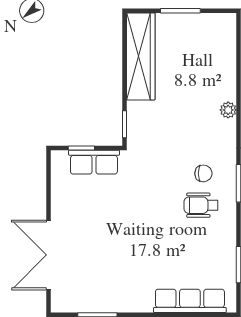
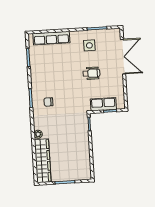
wardrobe: (141, 56) -> (43, 161), moved, turned 180
wheelchair: (201, 205) -> (91, 73), moved
side table: (115, 282) -> (89, 45), added

